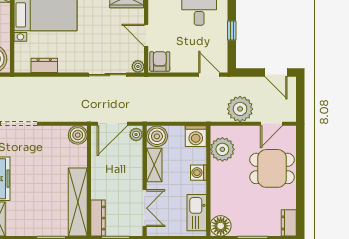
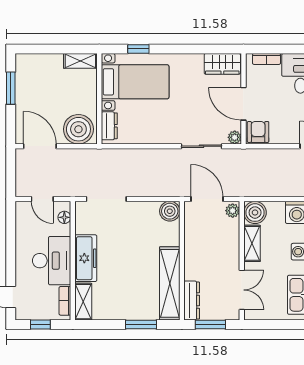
door: (146, 35) -> (243, 104), width x1.38
dresser: (44, 65) -> (109, 126), moved, turned 90
door: (112, 124) -> (207, 199), swing flipped

